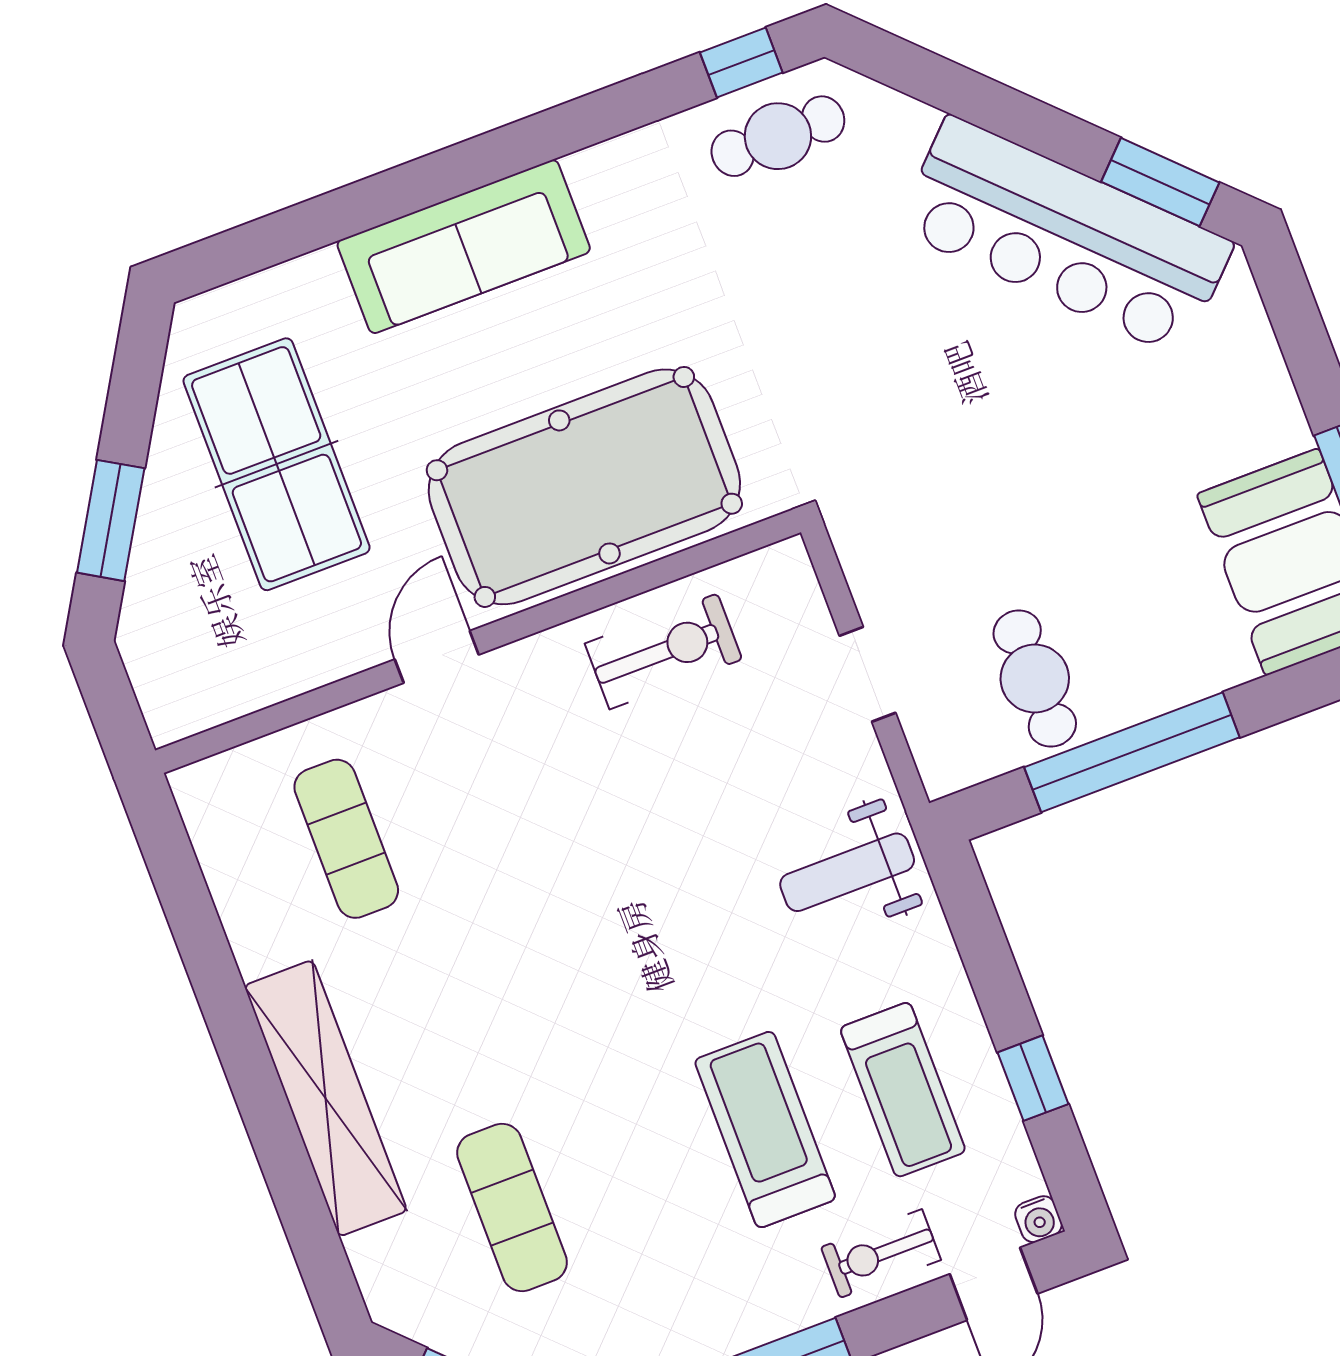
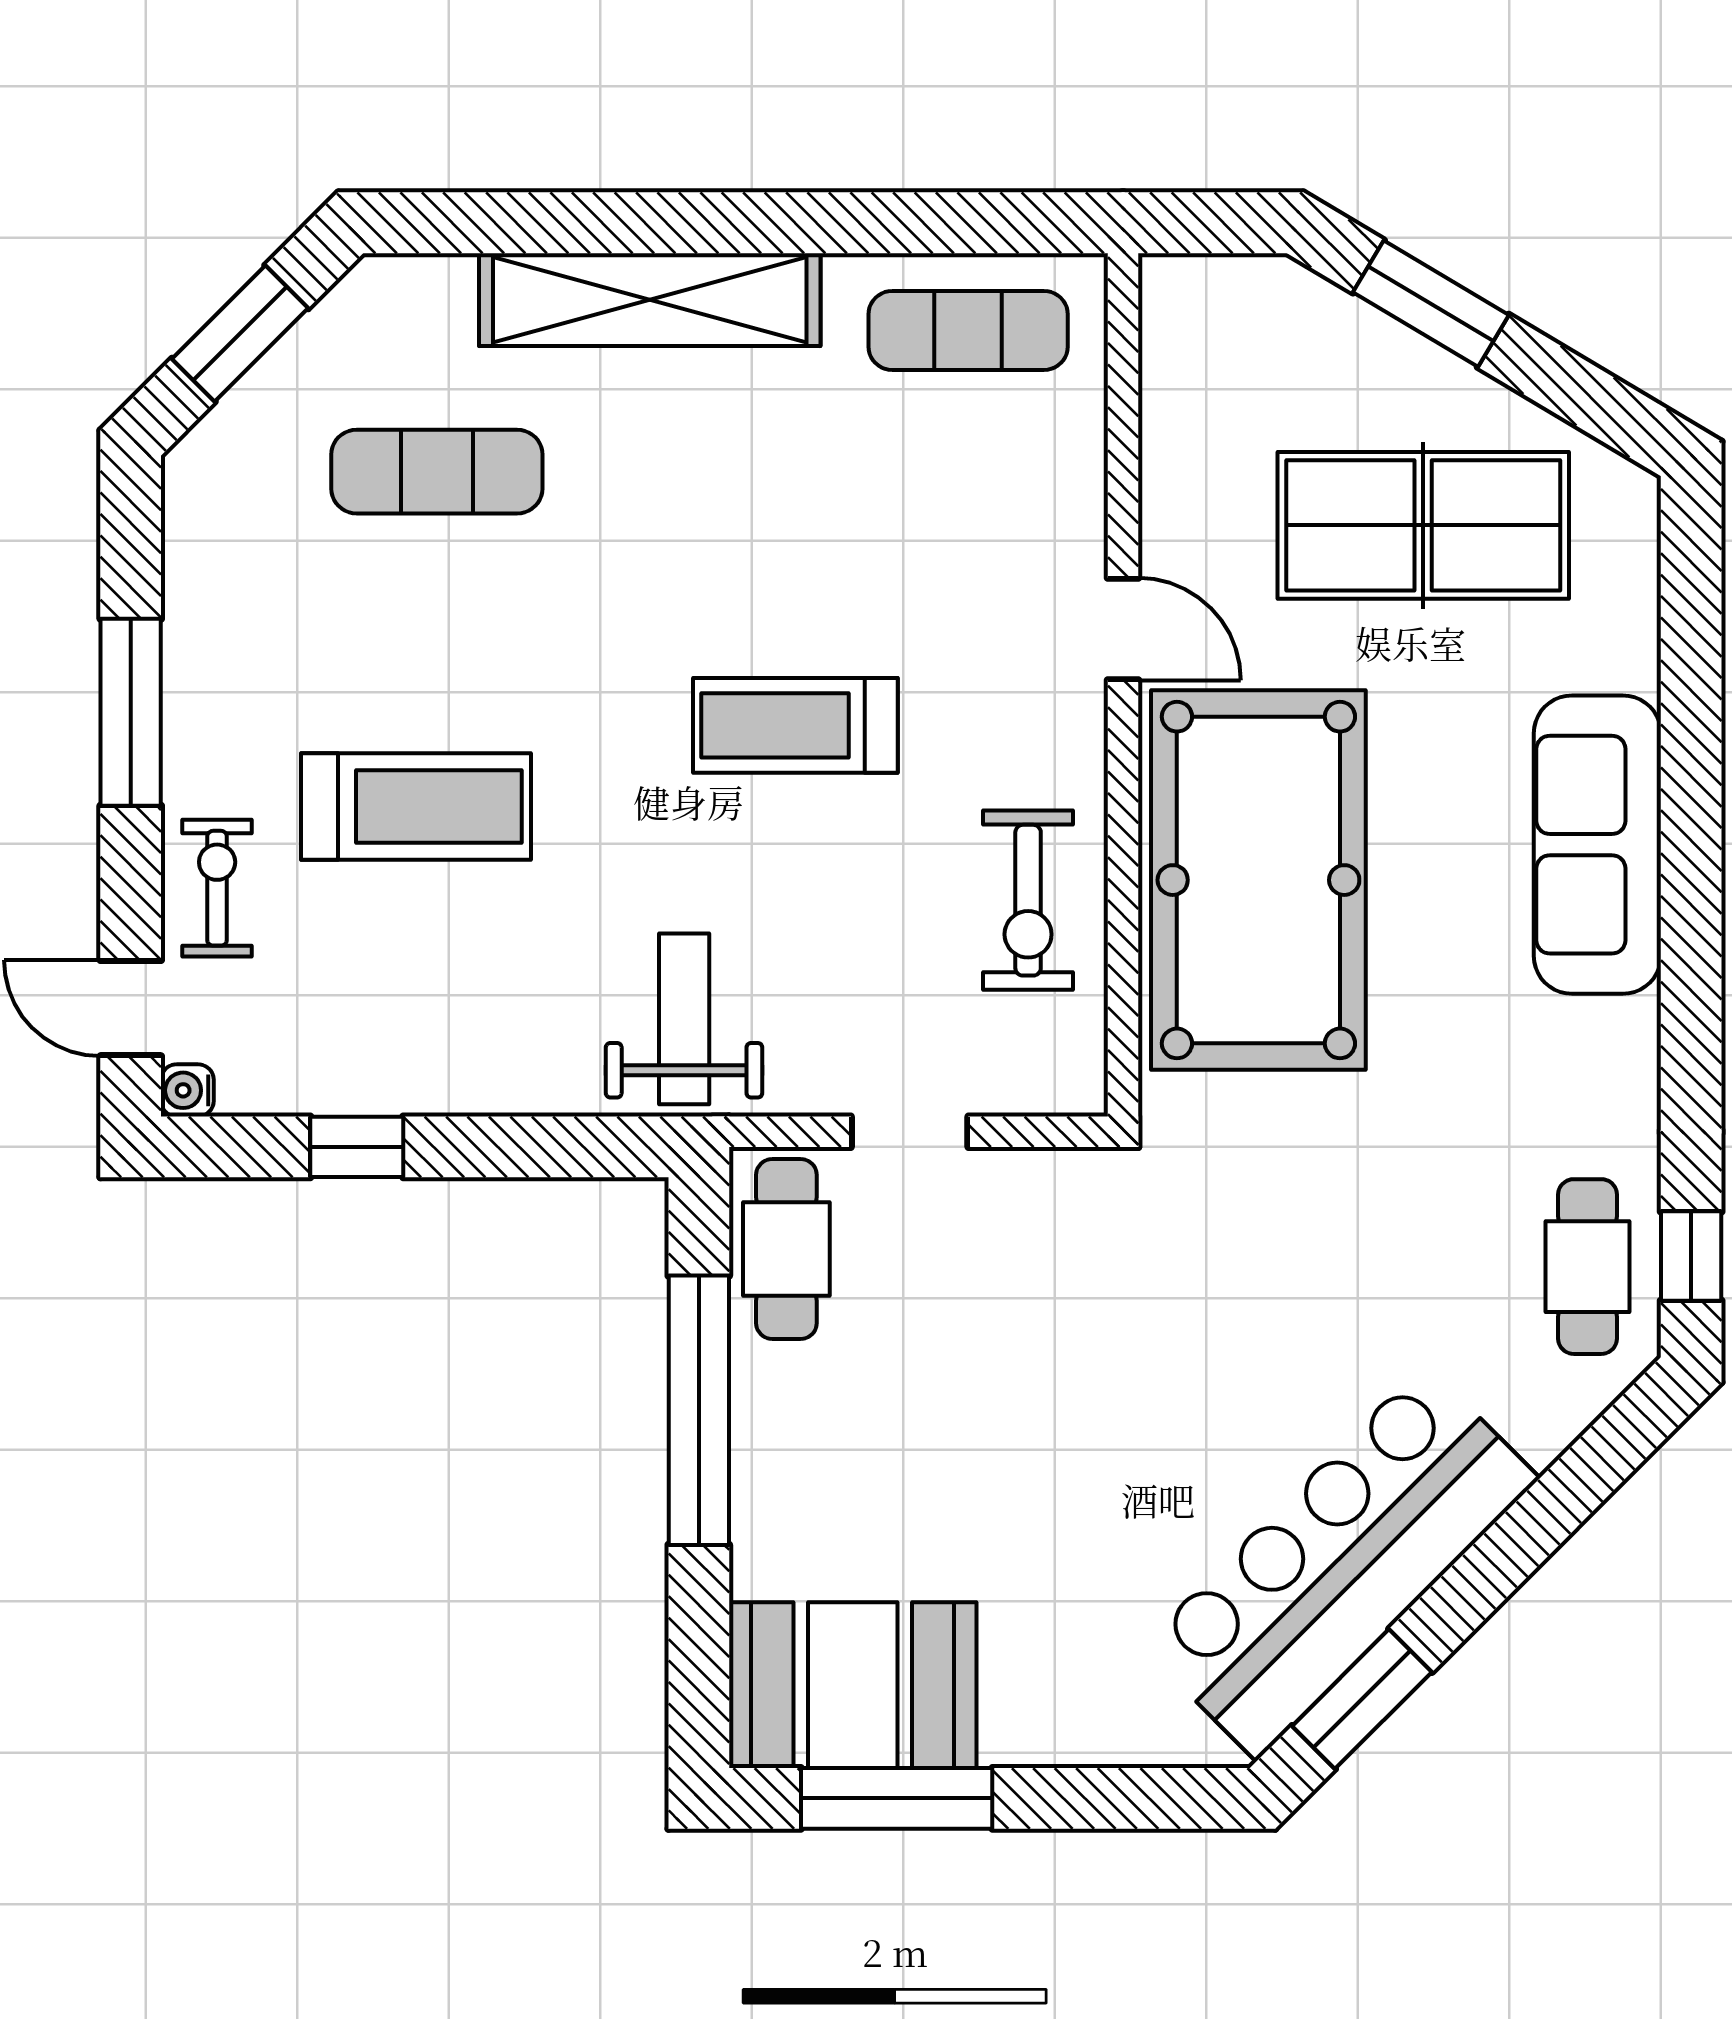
cafe table: (1035, 679) -> (786, 1249), moved, turned 90
exercise mat: (346, 839) -> (968, 330), moved
treadmill: (903, 1090) -> (795, 725), moved

